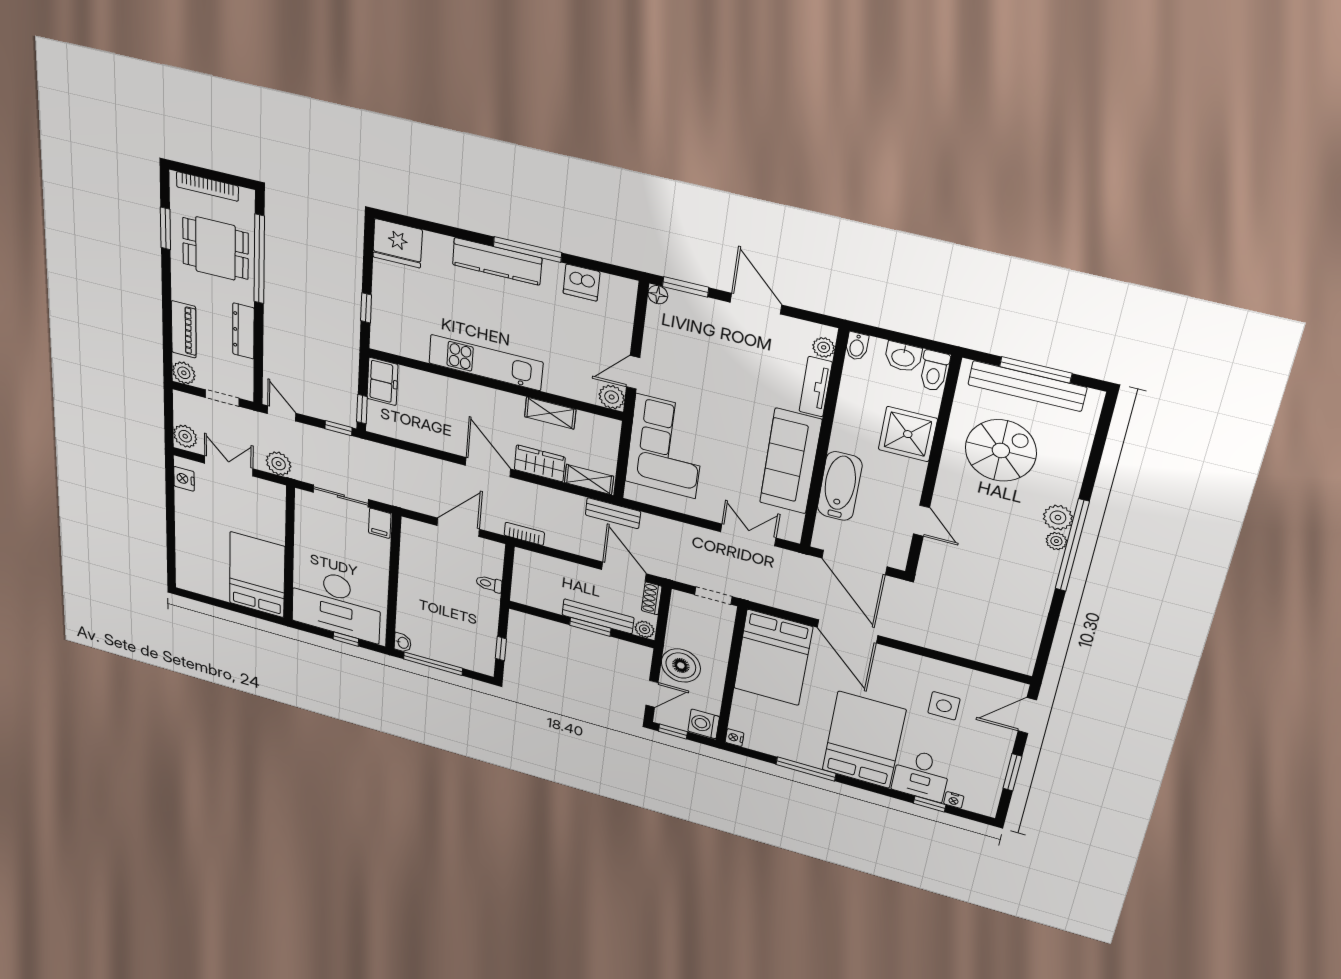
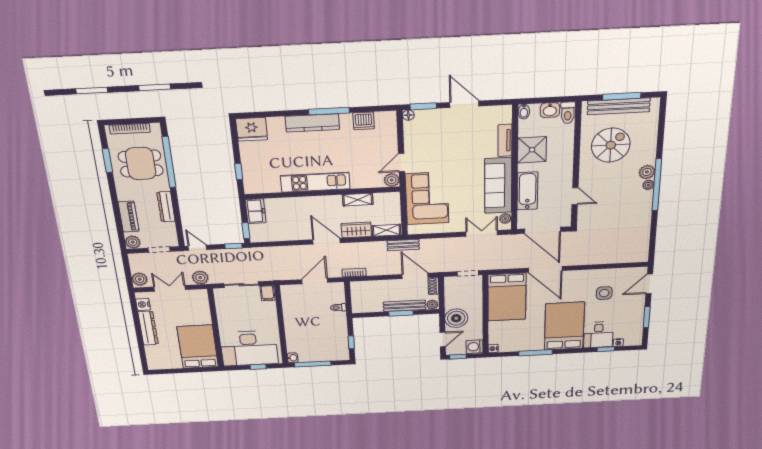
plant: (824, 347) -> (505, 218), moved
shower: (908, 434) -> (532, 150), moved
dresser: (186, 520) -> (148, 328), added

